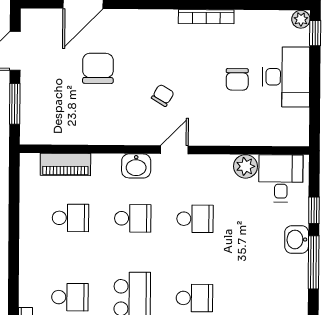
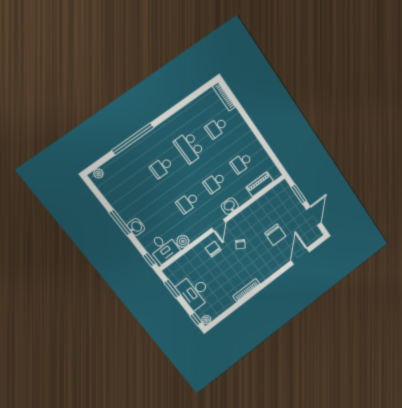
chair: (237, 79) -> (213, 249), moved
window: (315, 107) -> (172, 289), added
window: (314, 210) -> (149, 260), moved

